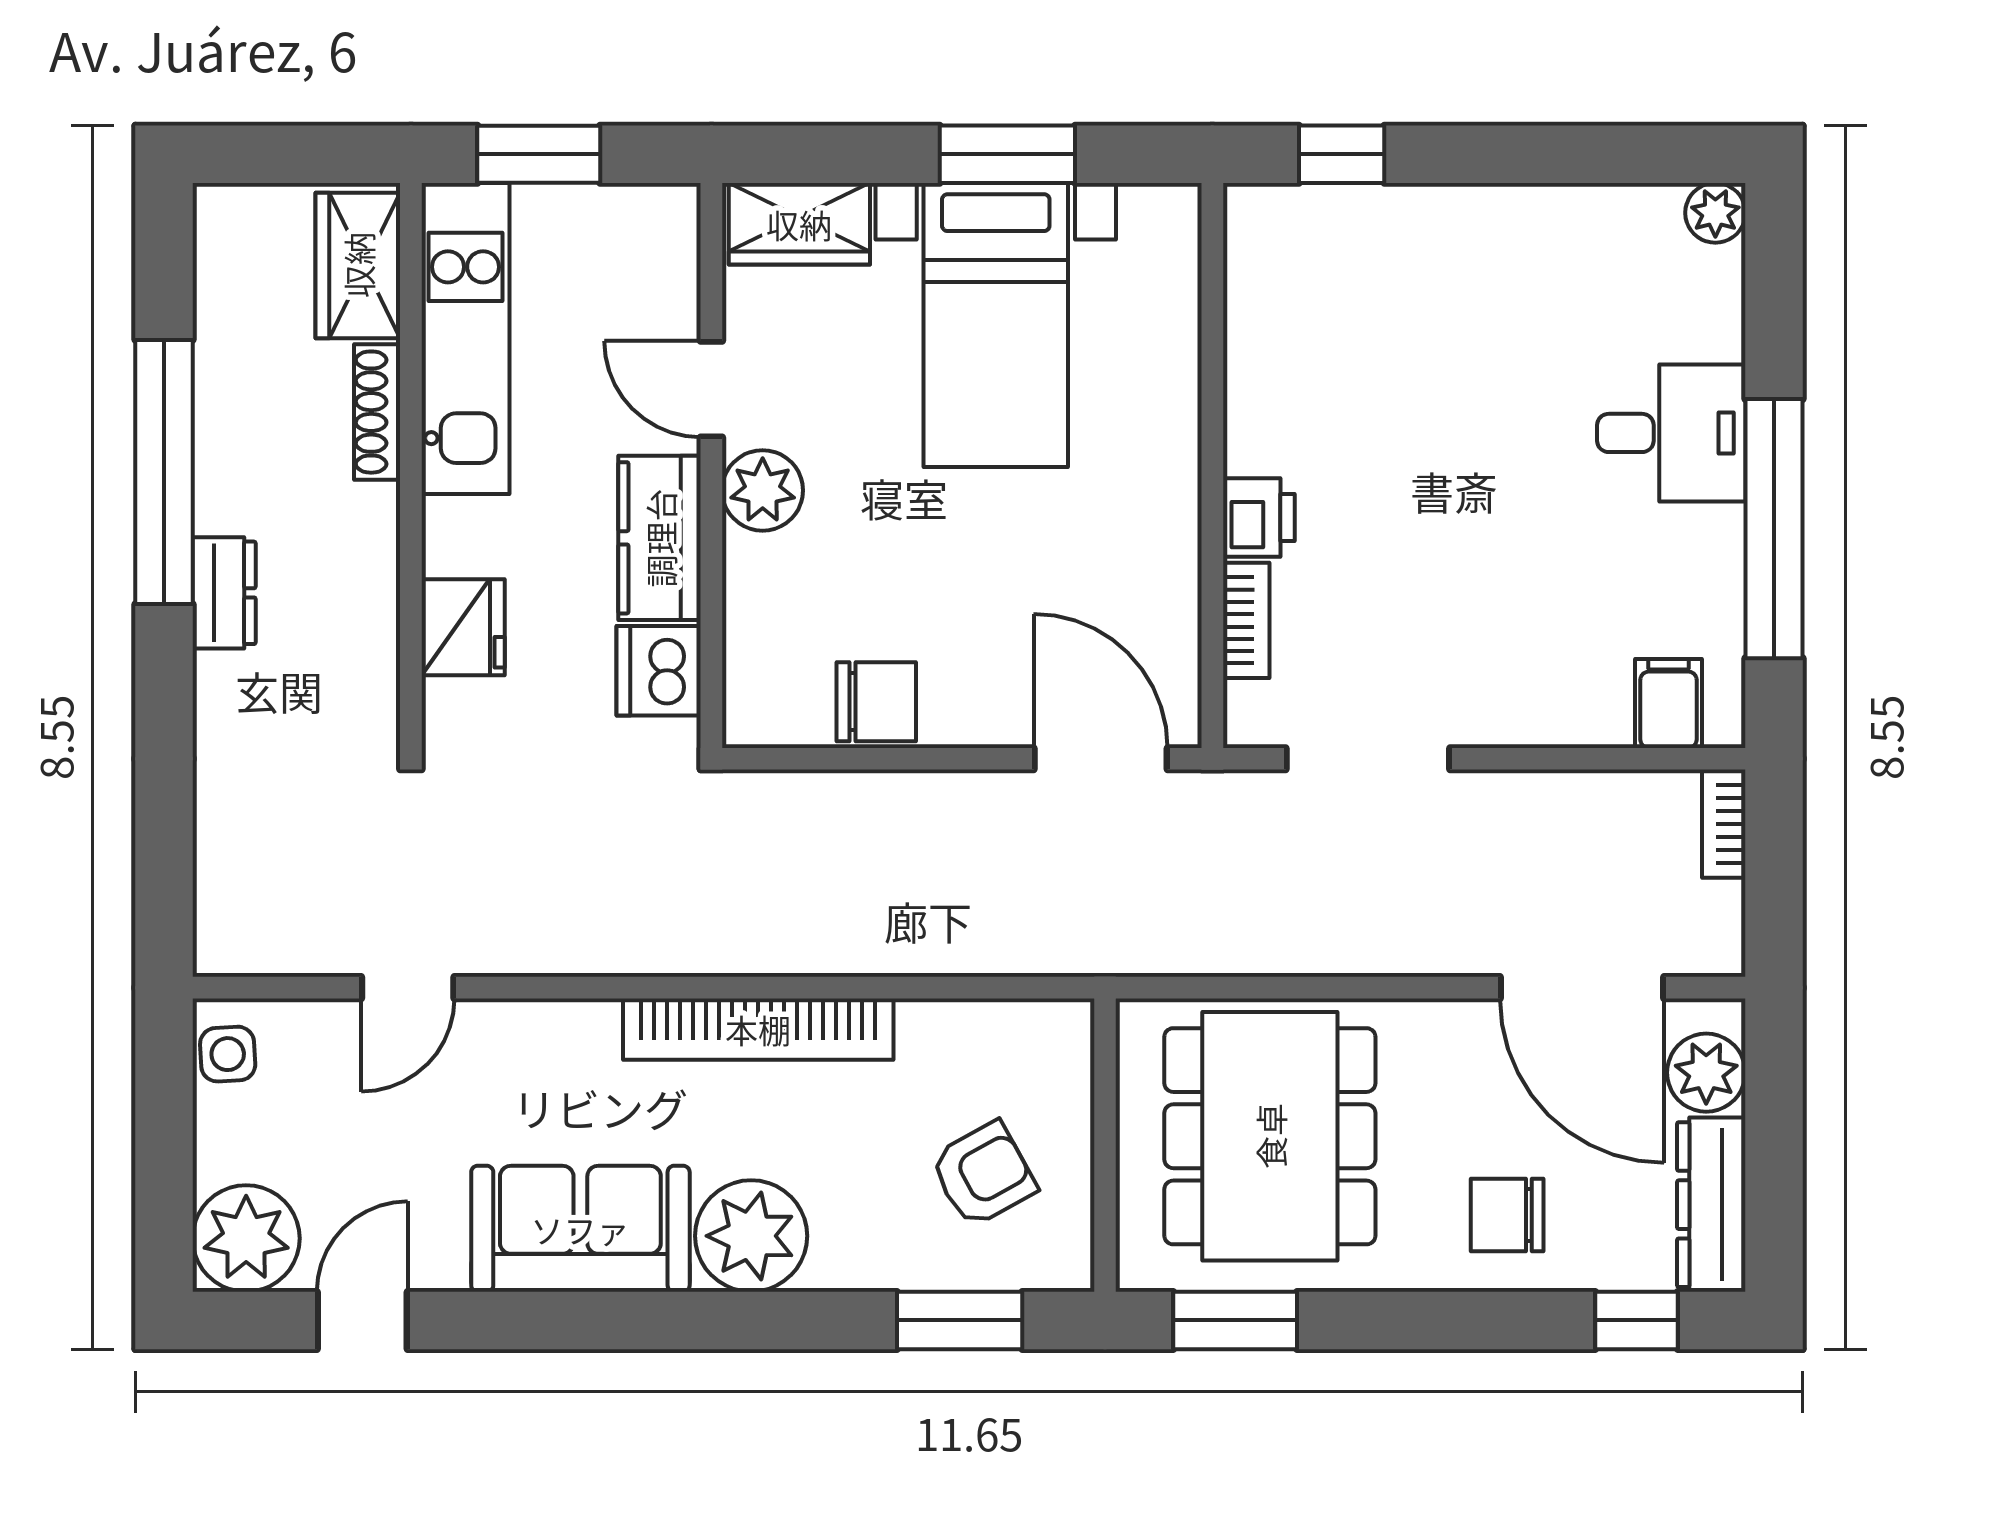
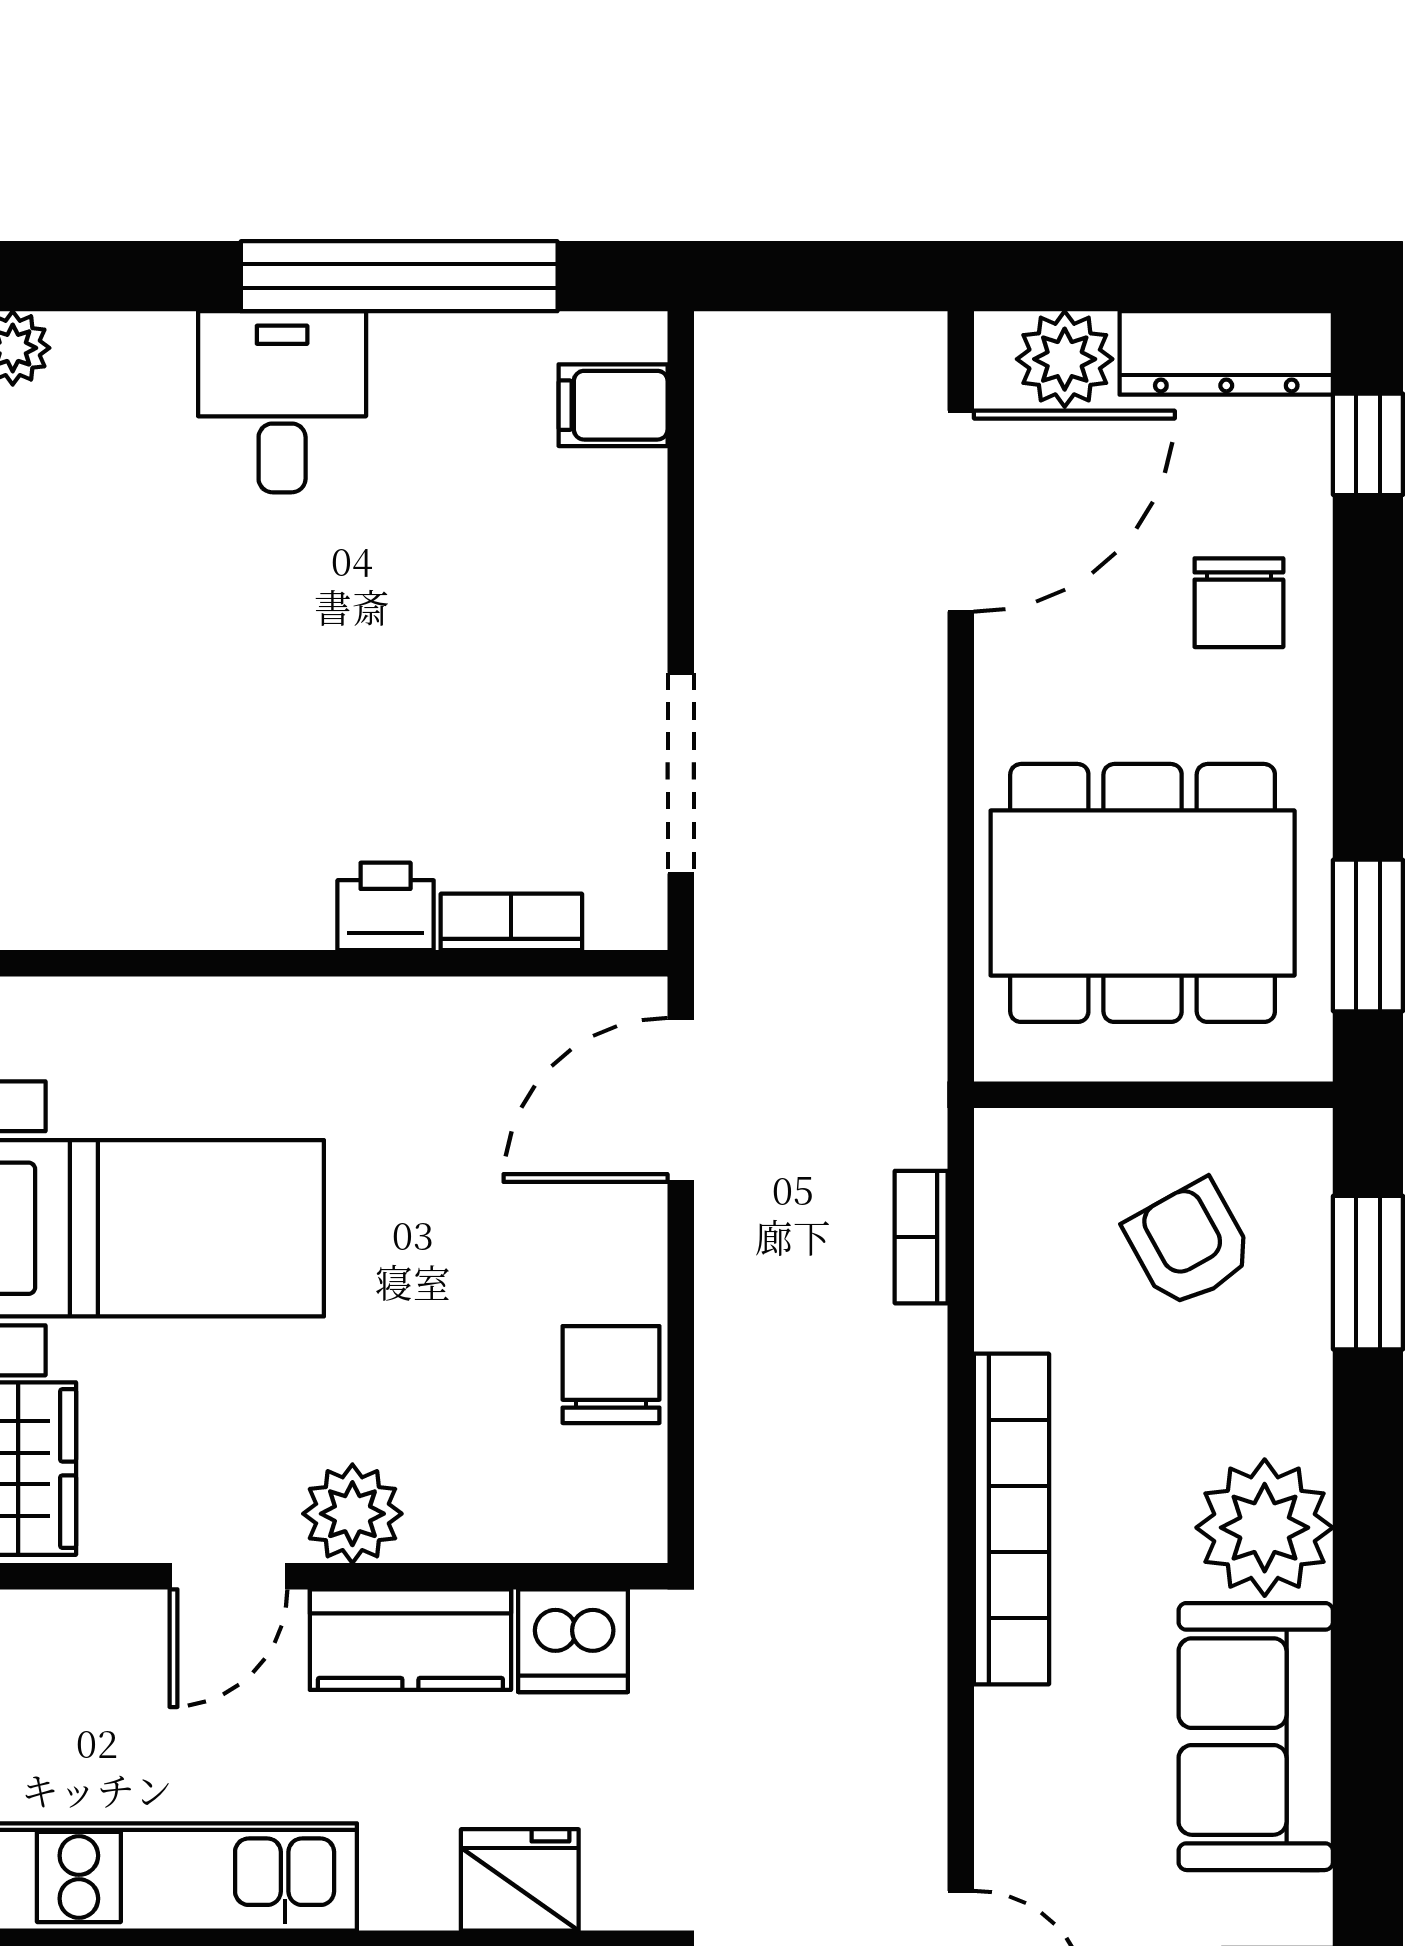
bookcase: (1724, 824) -> (921, 1237), moved, turned 90

